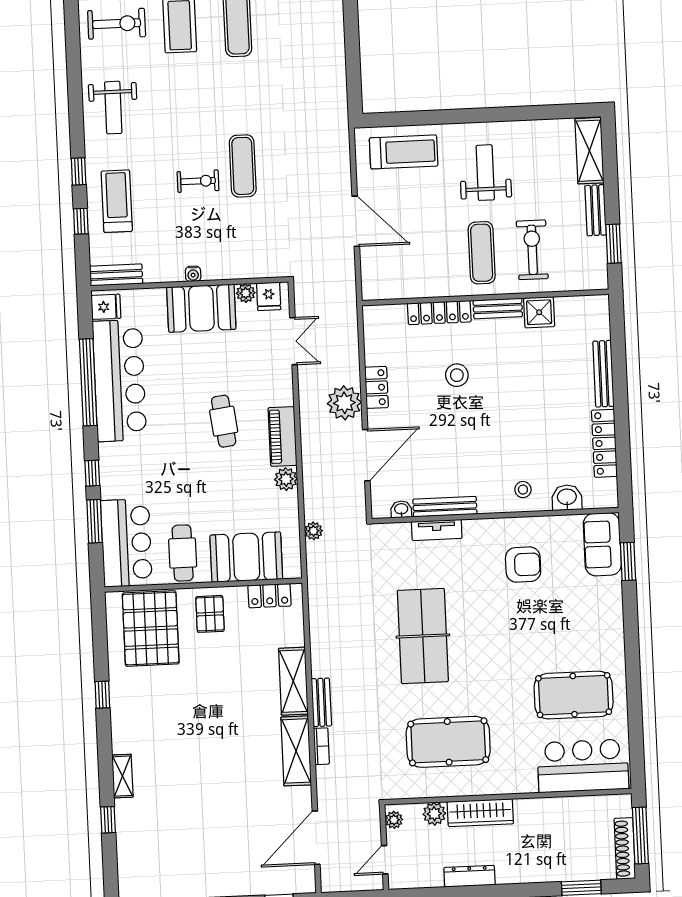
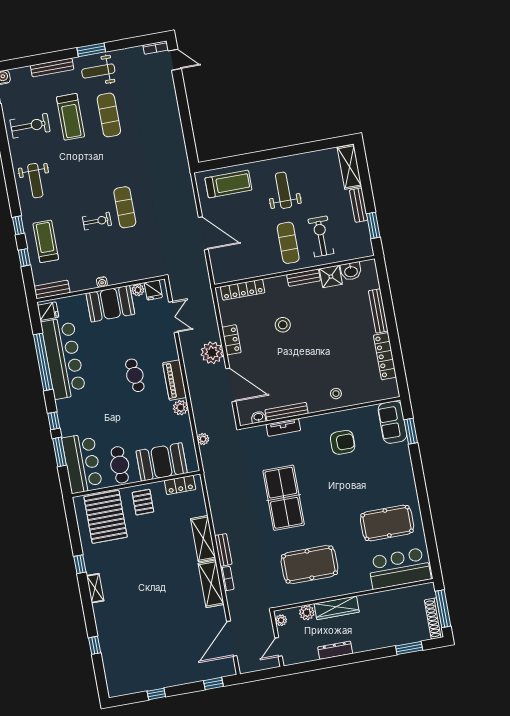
locker: (439, 313) -> (243, 290), moved
door: (366, 455) -> (231, 385), hinge flipped
washbasin: (567, 498) -> (351, 271), moved, turned 180
shelving: (122, 776) -> (95, 588), moved

